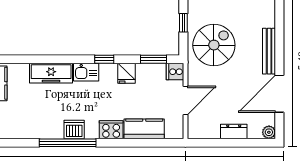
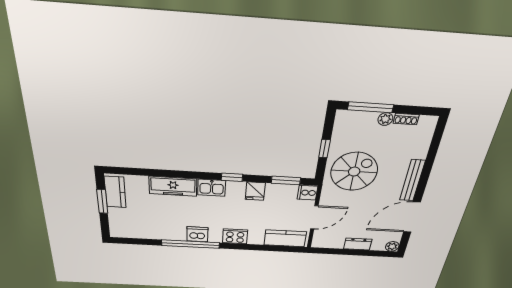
kitchen counter: (144, 129) -> (285, 238), moved

